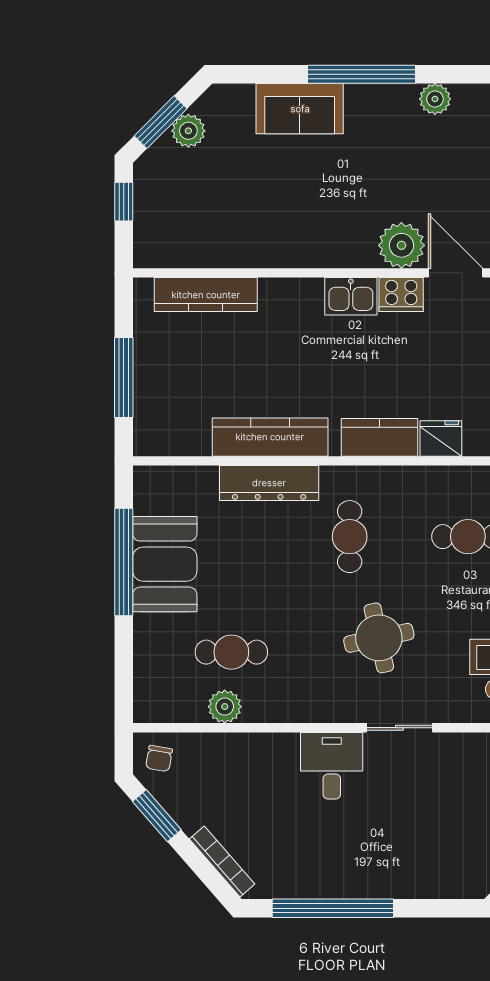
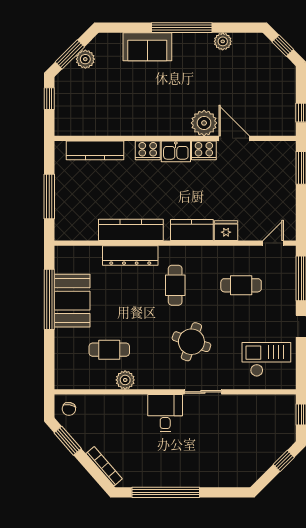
cooker: (300, 295) -> (148, 150), added
round table: (379, 638) -> (191, 342), turned 31
plant: (225, 707) -> (125, 380), moved

